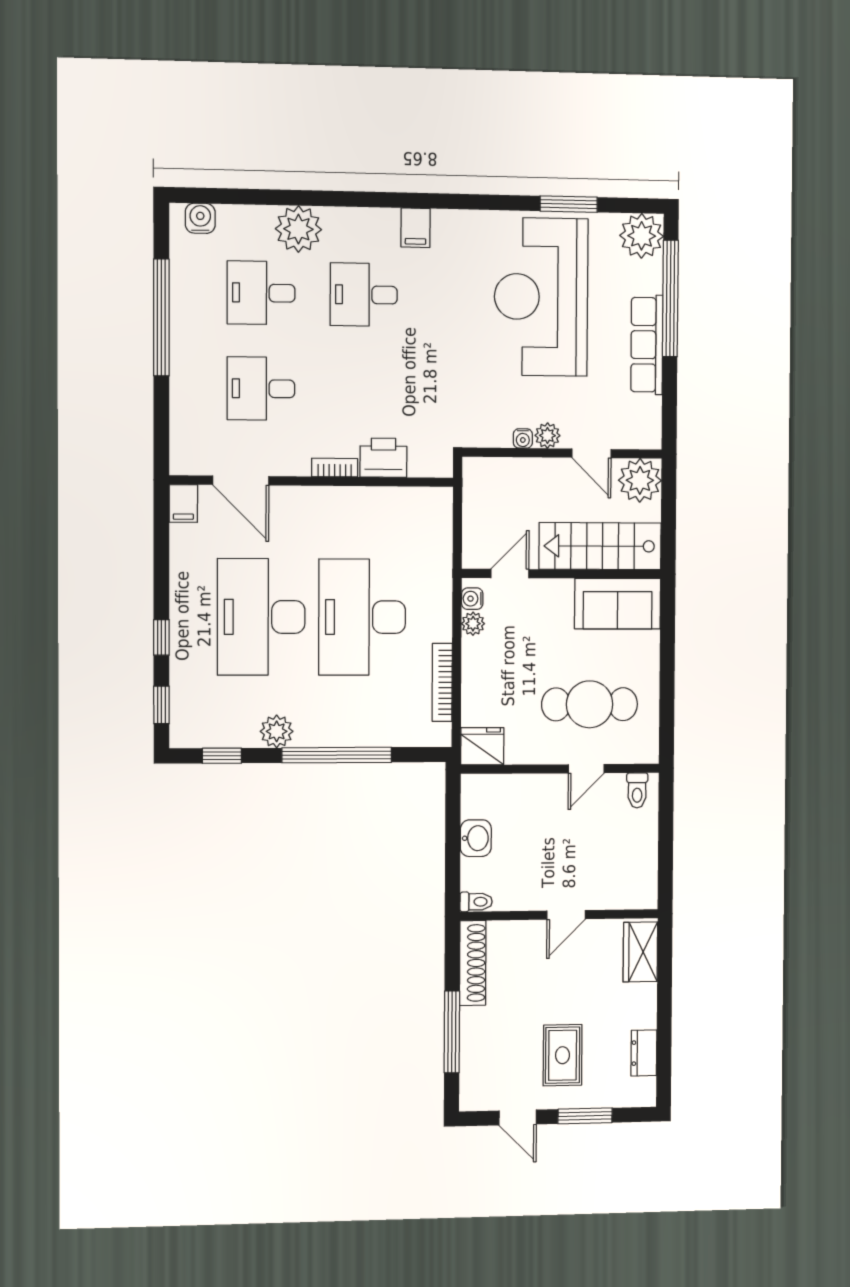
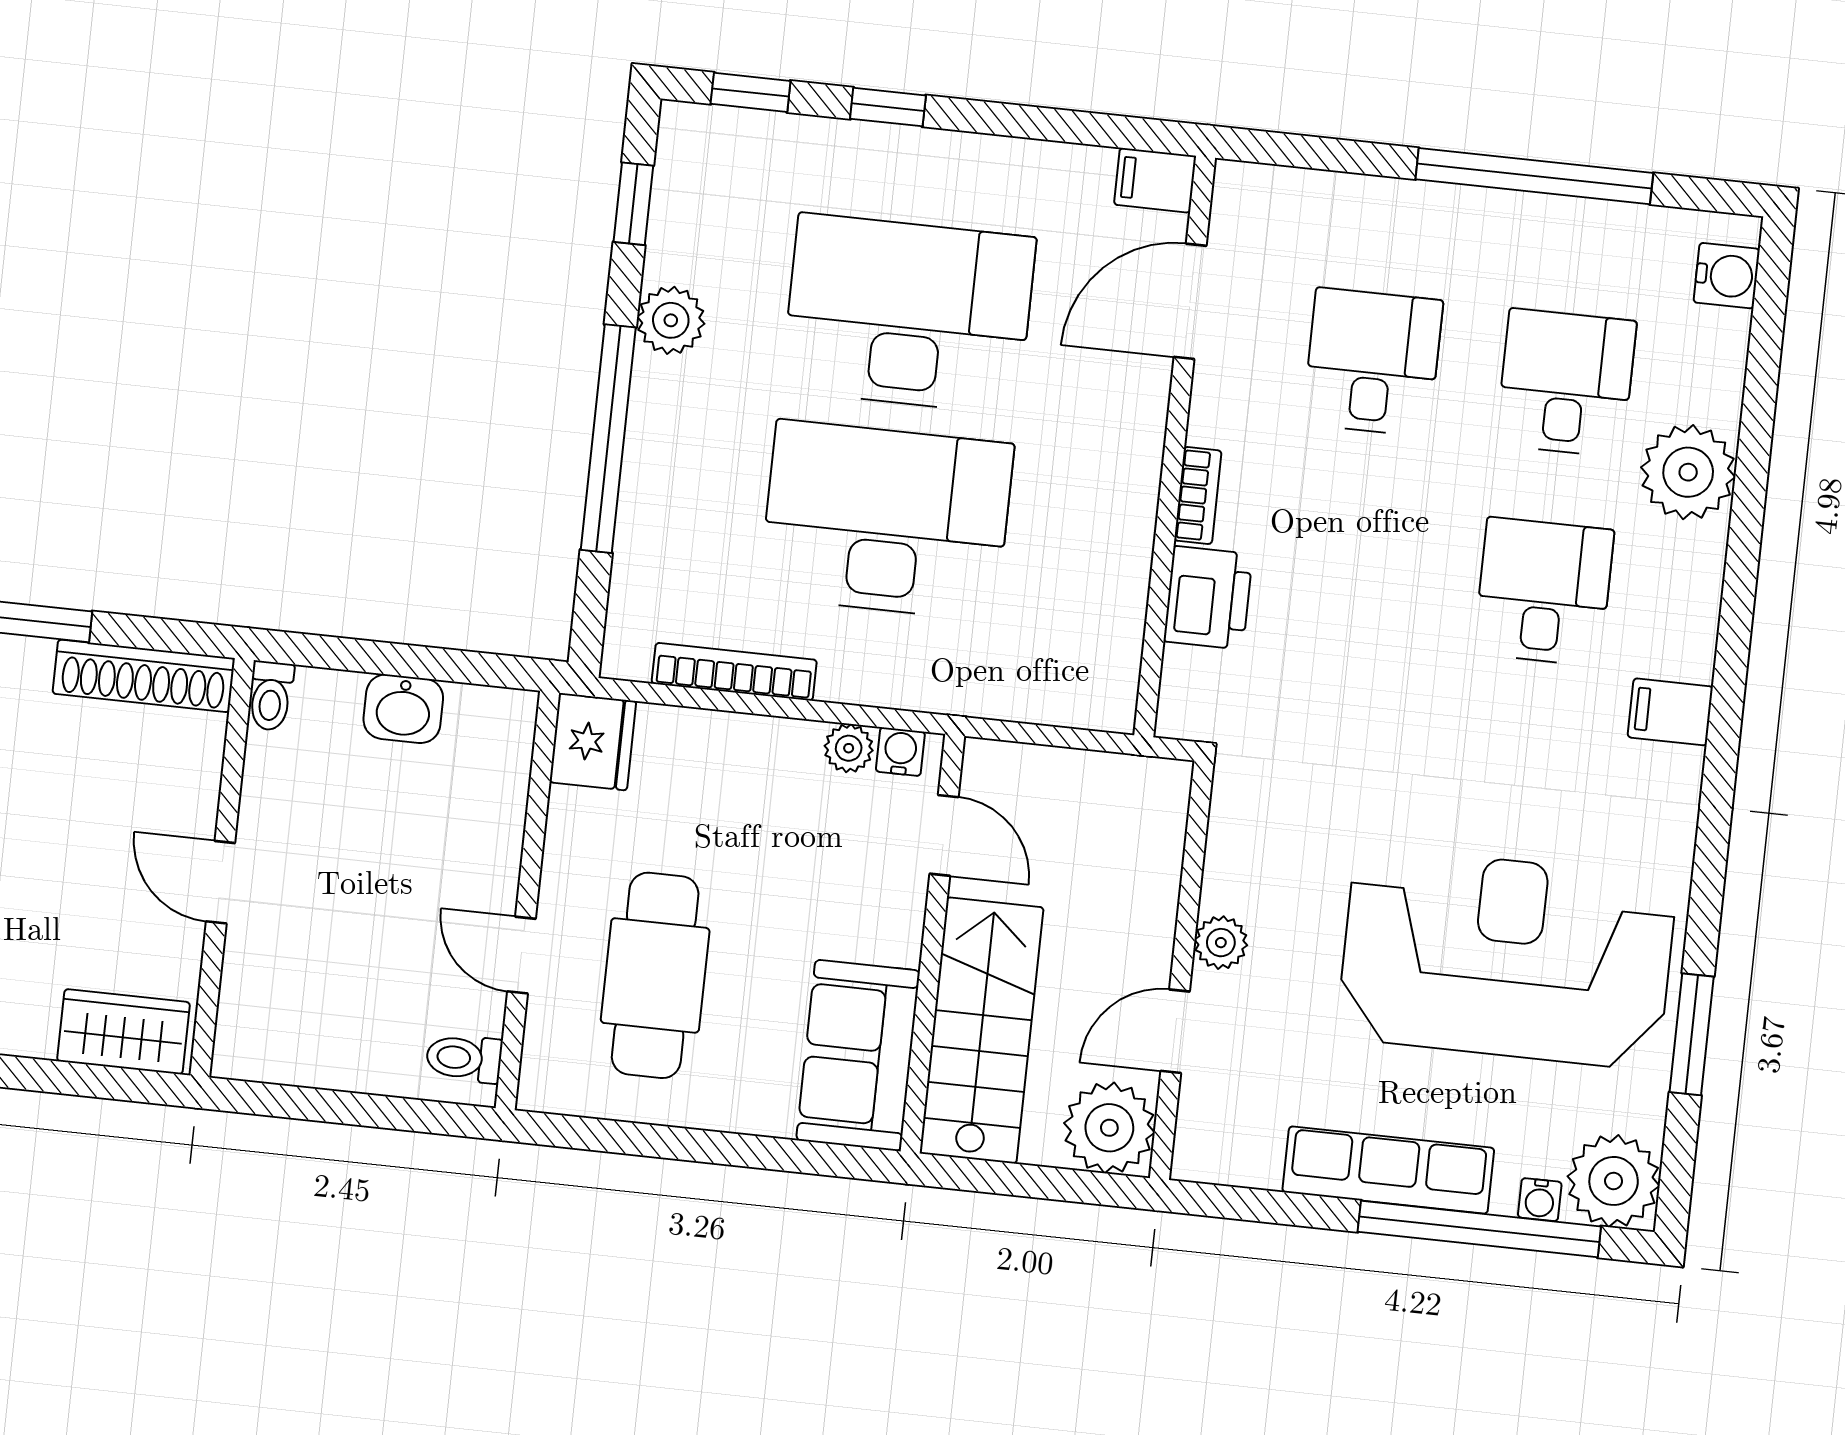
water cooler: (523, 438) -> (1540, 1200), moved, turned -90

